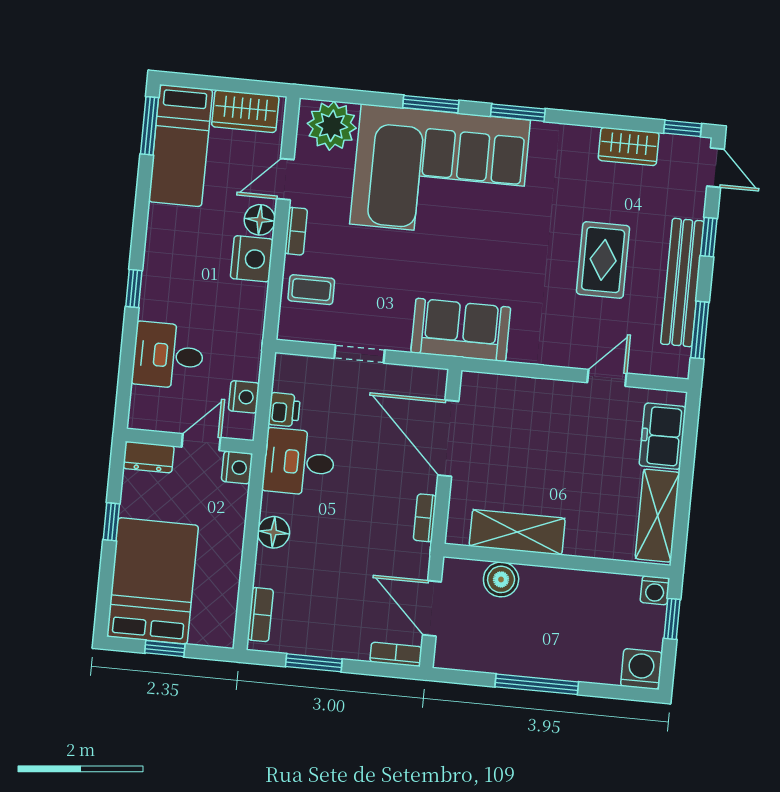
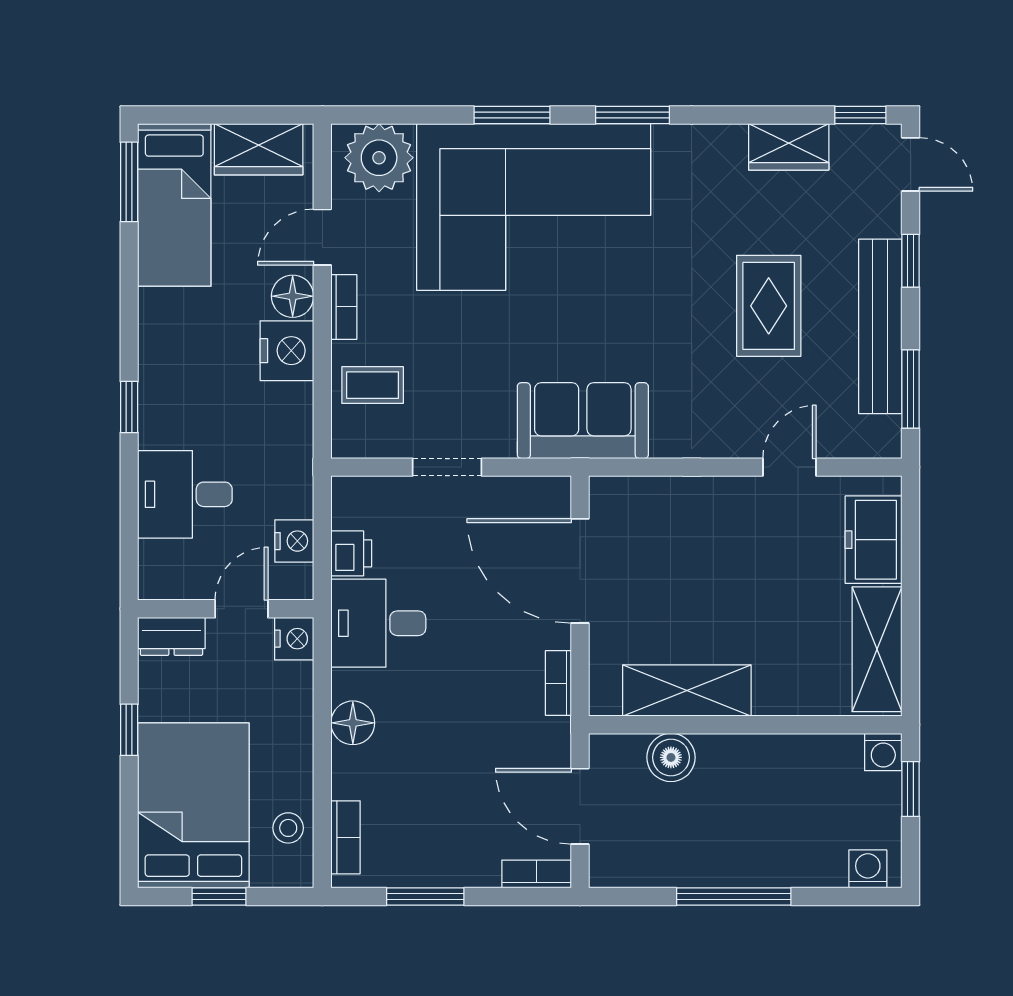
stool: (220, 604) -> (288, 828), added
washing machine: (641, 669) -> (868, 869), width x0.73, depth x0.73

